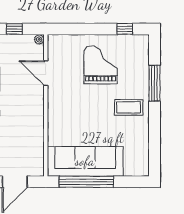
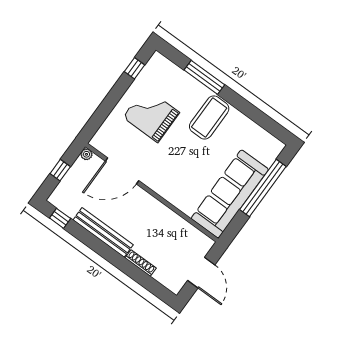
door: (46, 73) -> (122, 171), width x1.36
coffee table: (129, 107) -> (209, 118), width x1.36, depth x1.32
window: (86, 182) -> (263, 188), moved

